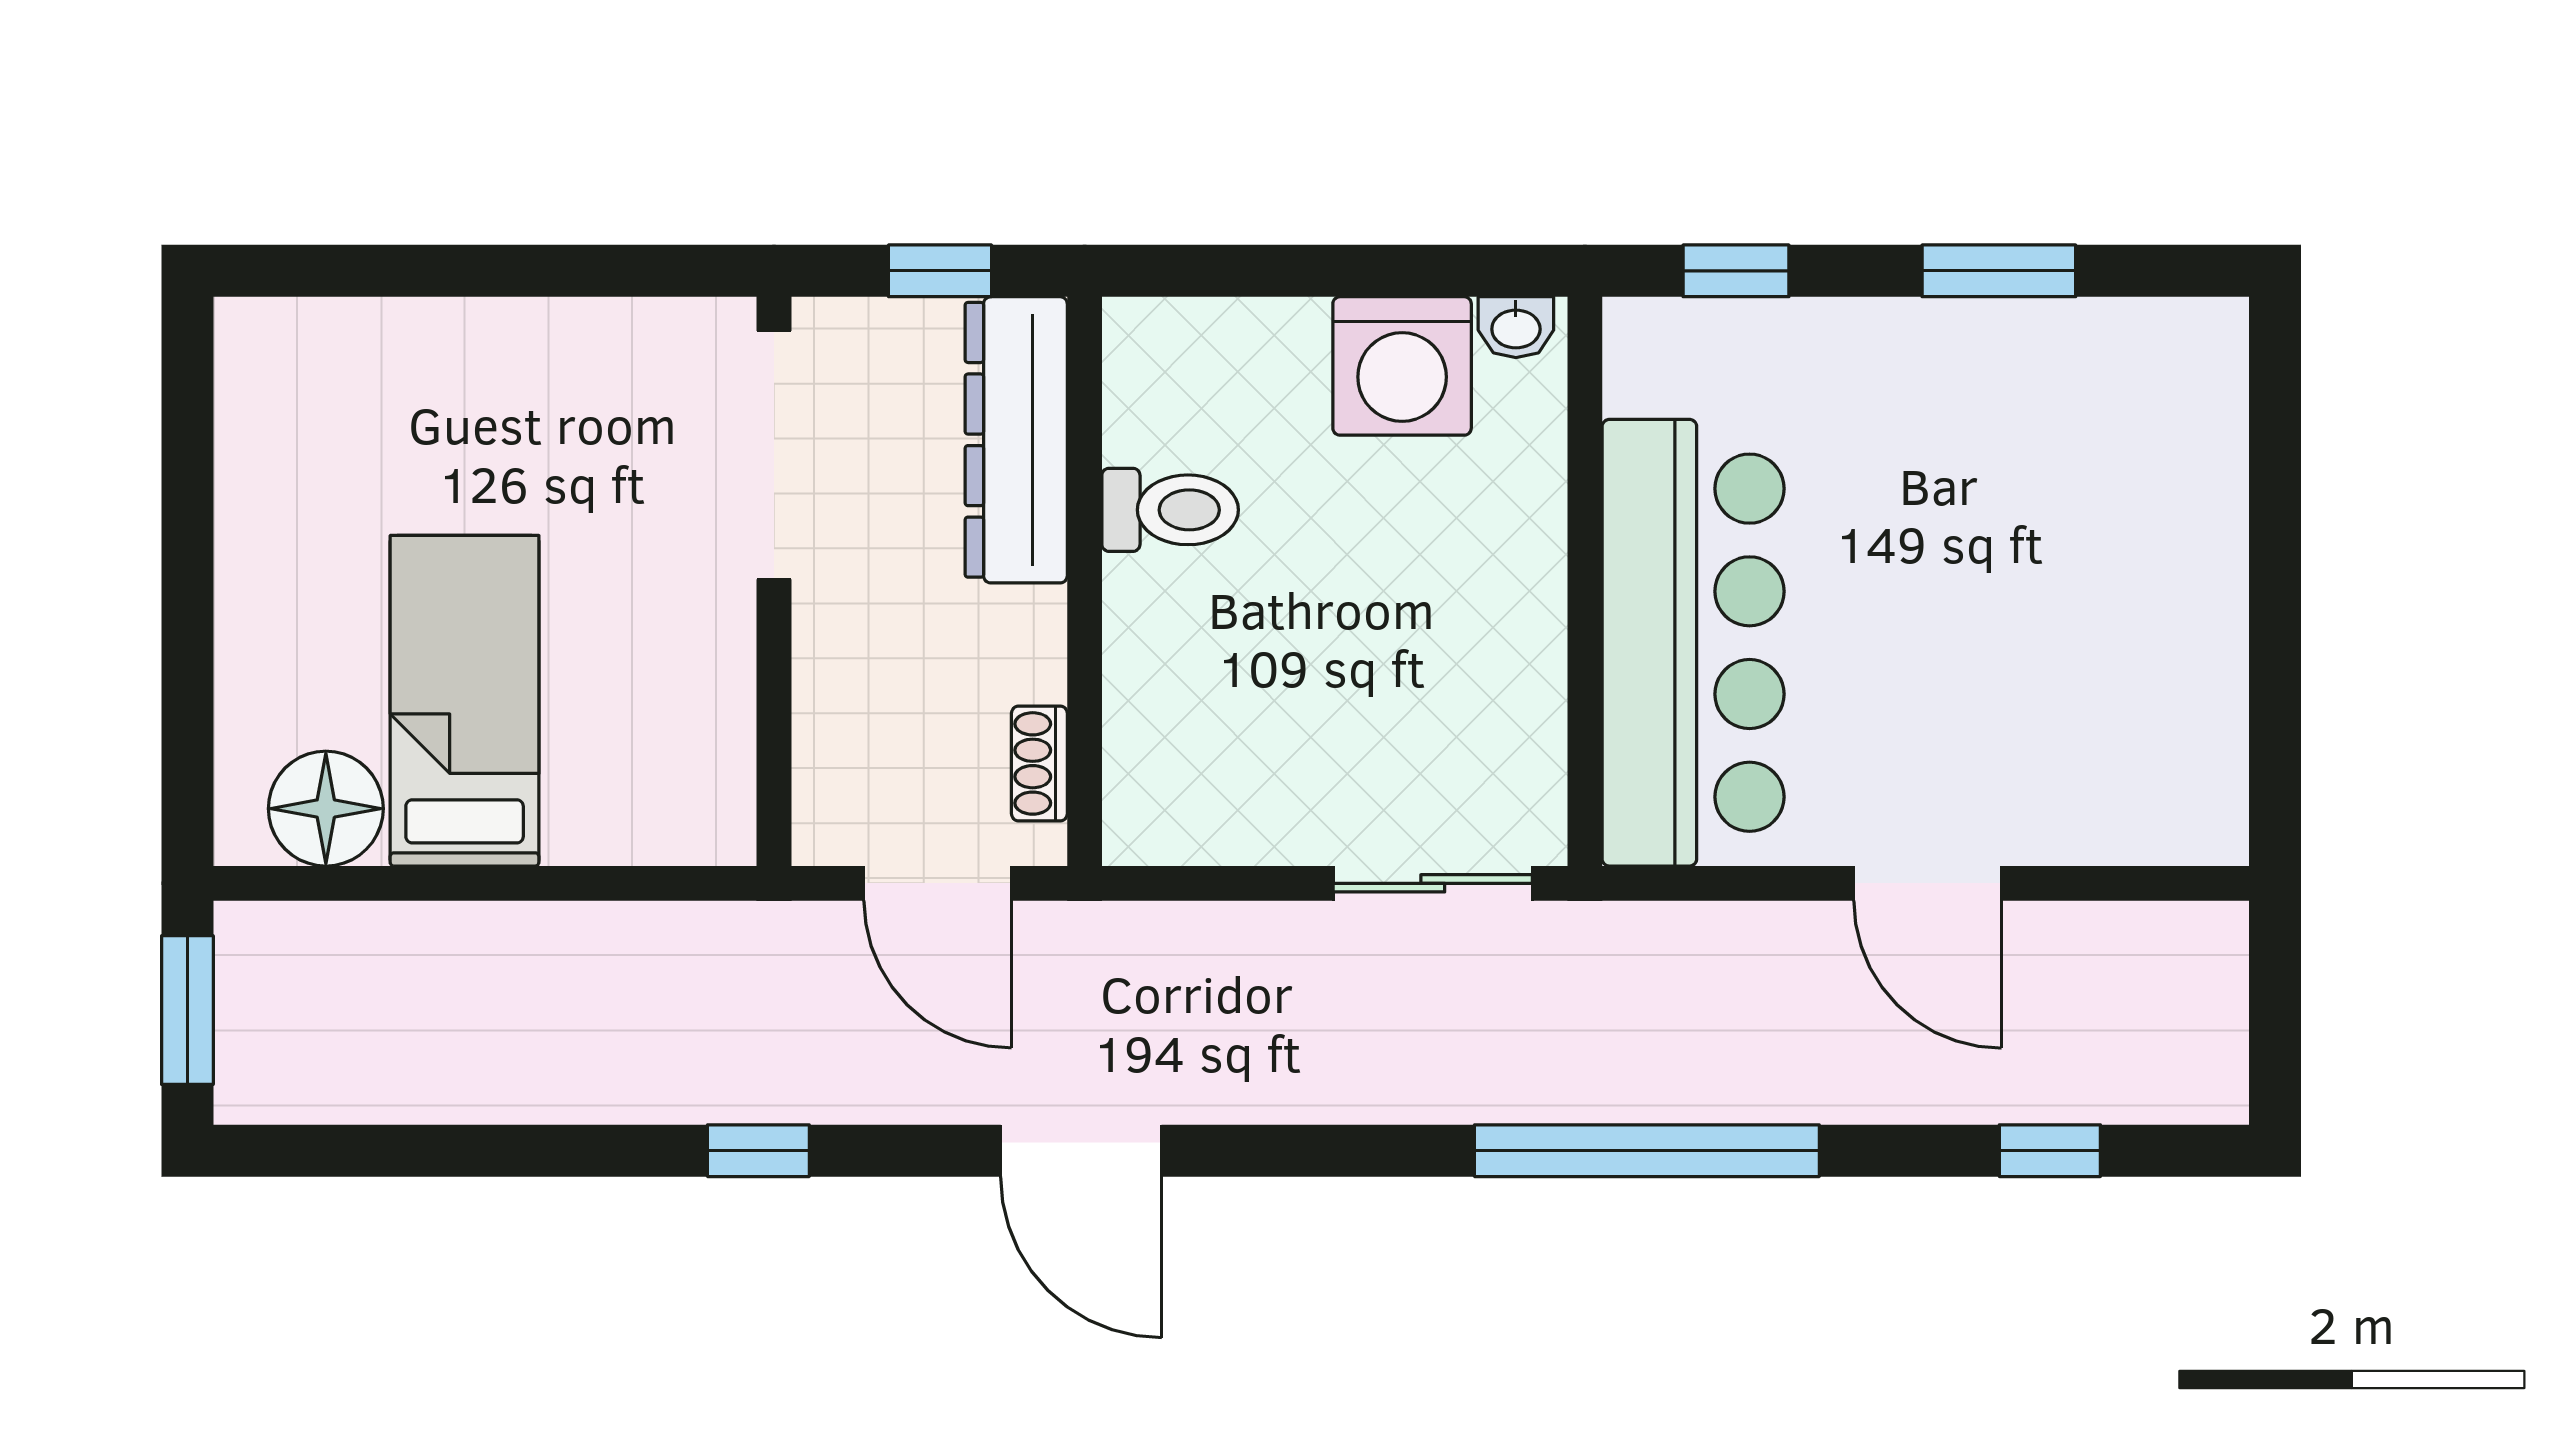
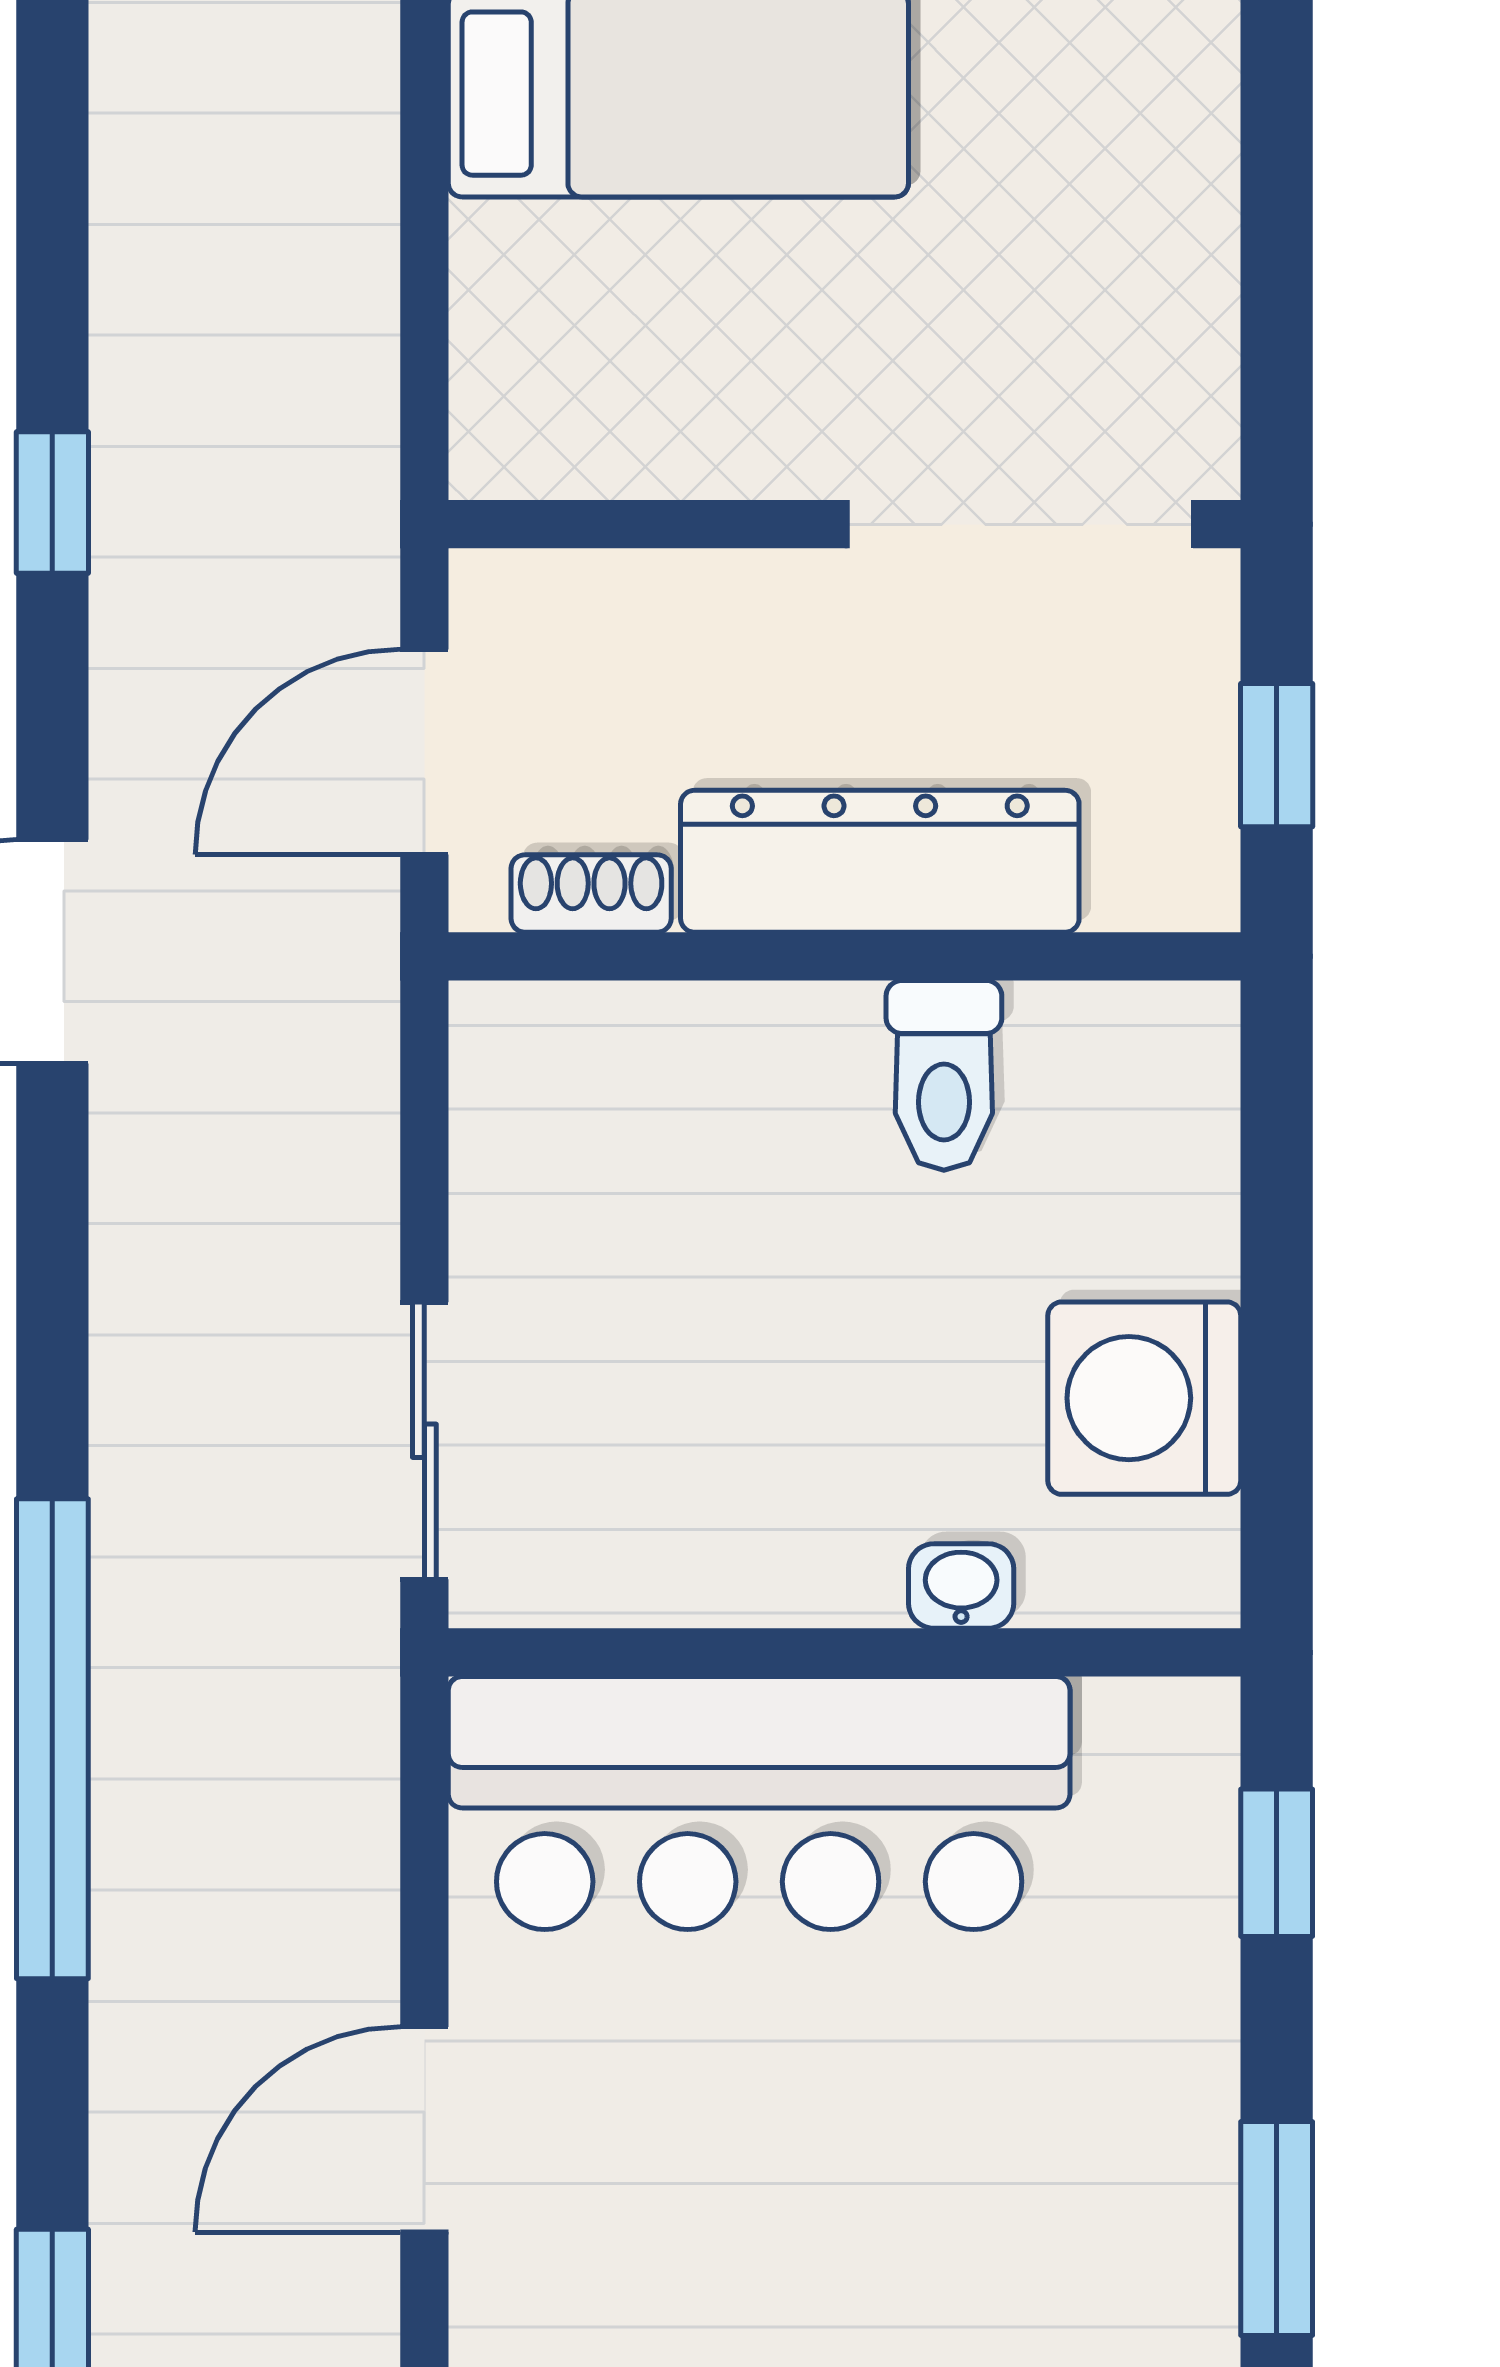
washbasin: (1516, 327) -> (961, 1586), moved, turned 90
dresser: (1016, 440) -> (880, 861), moved

